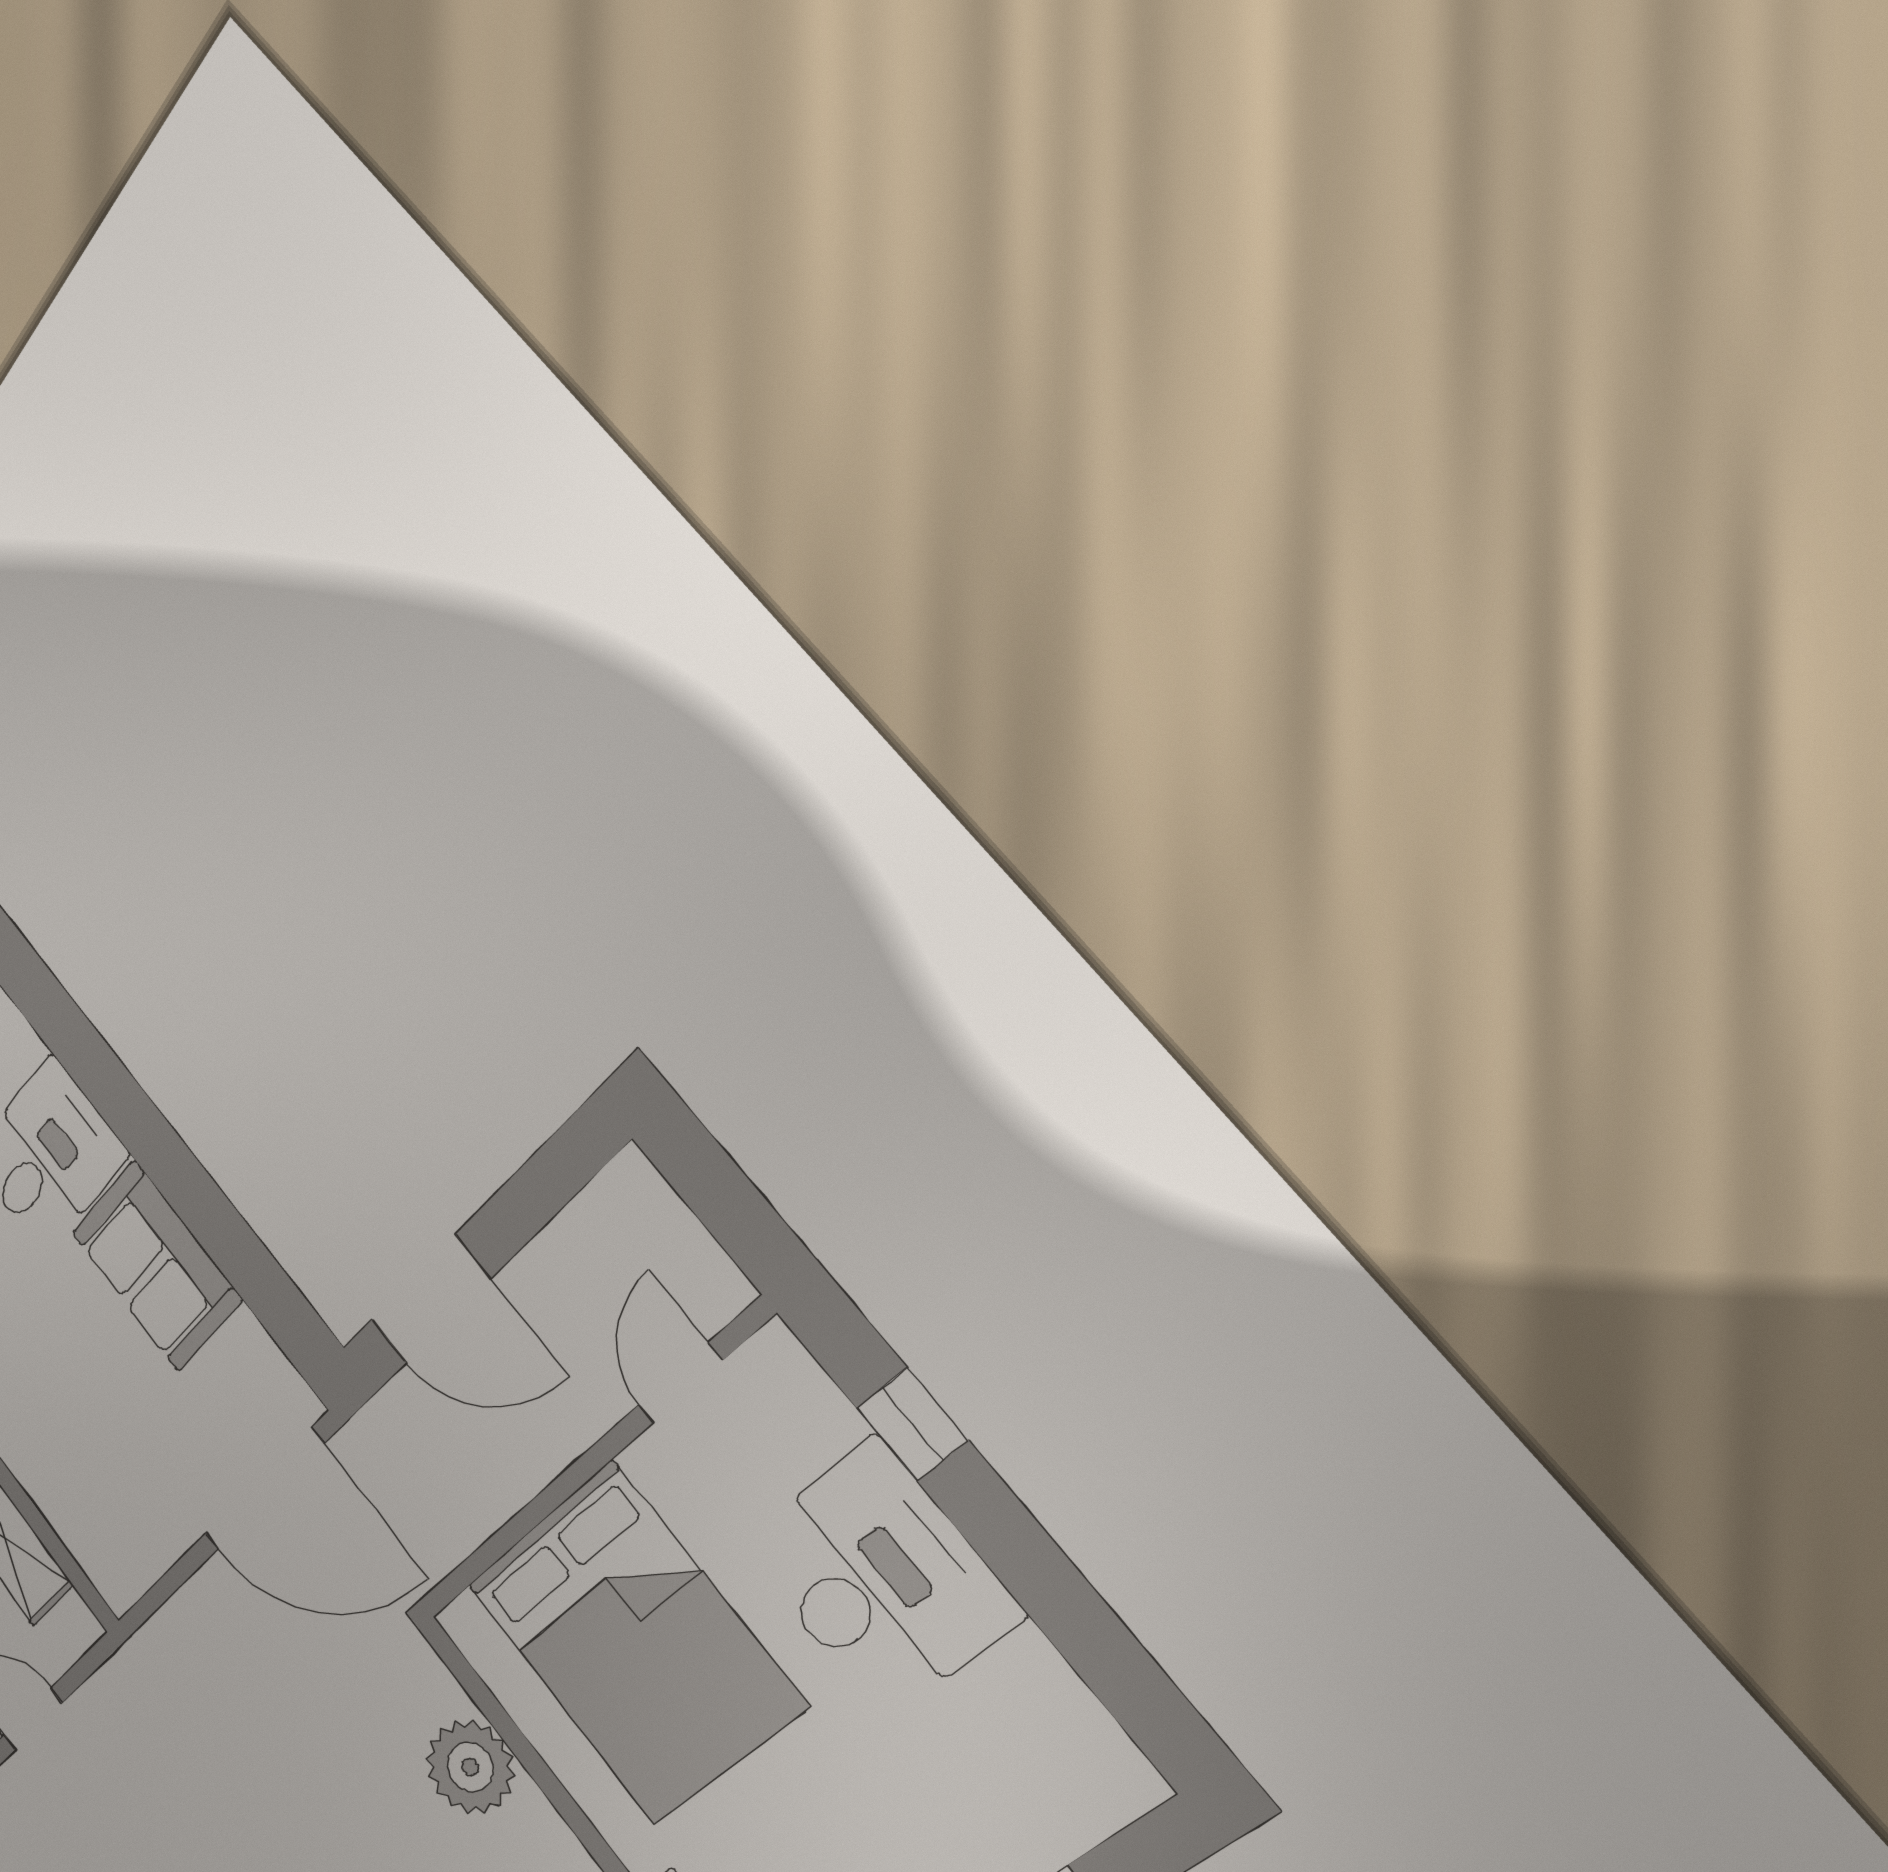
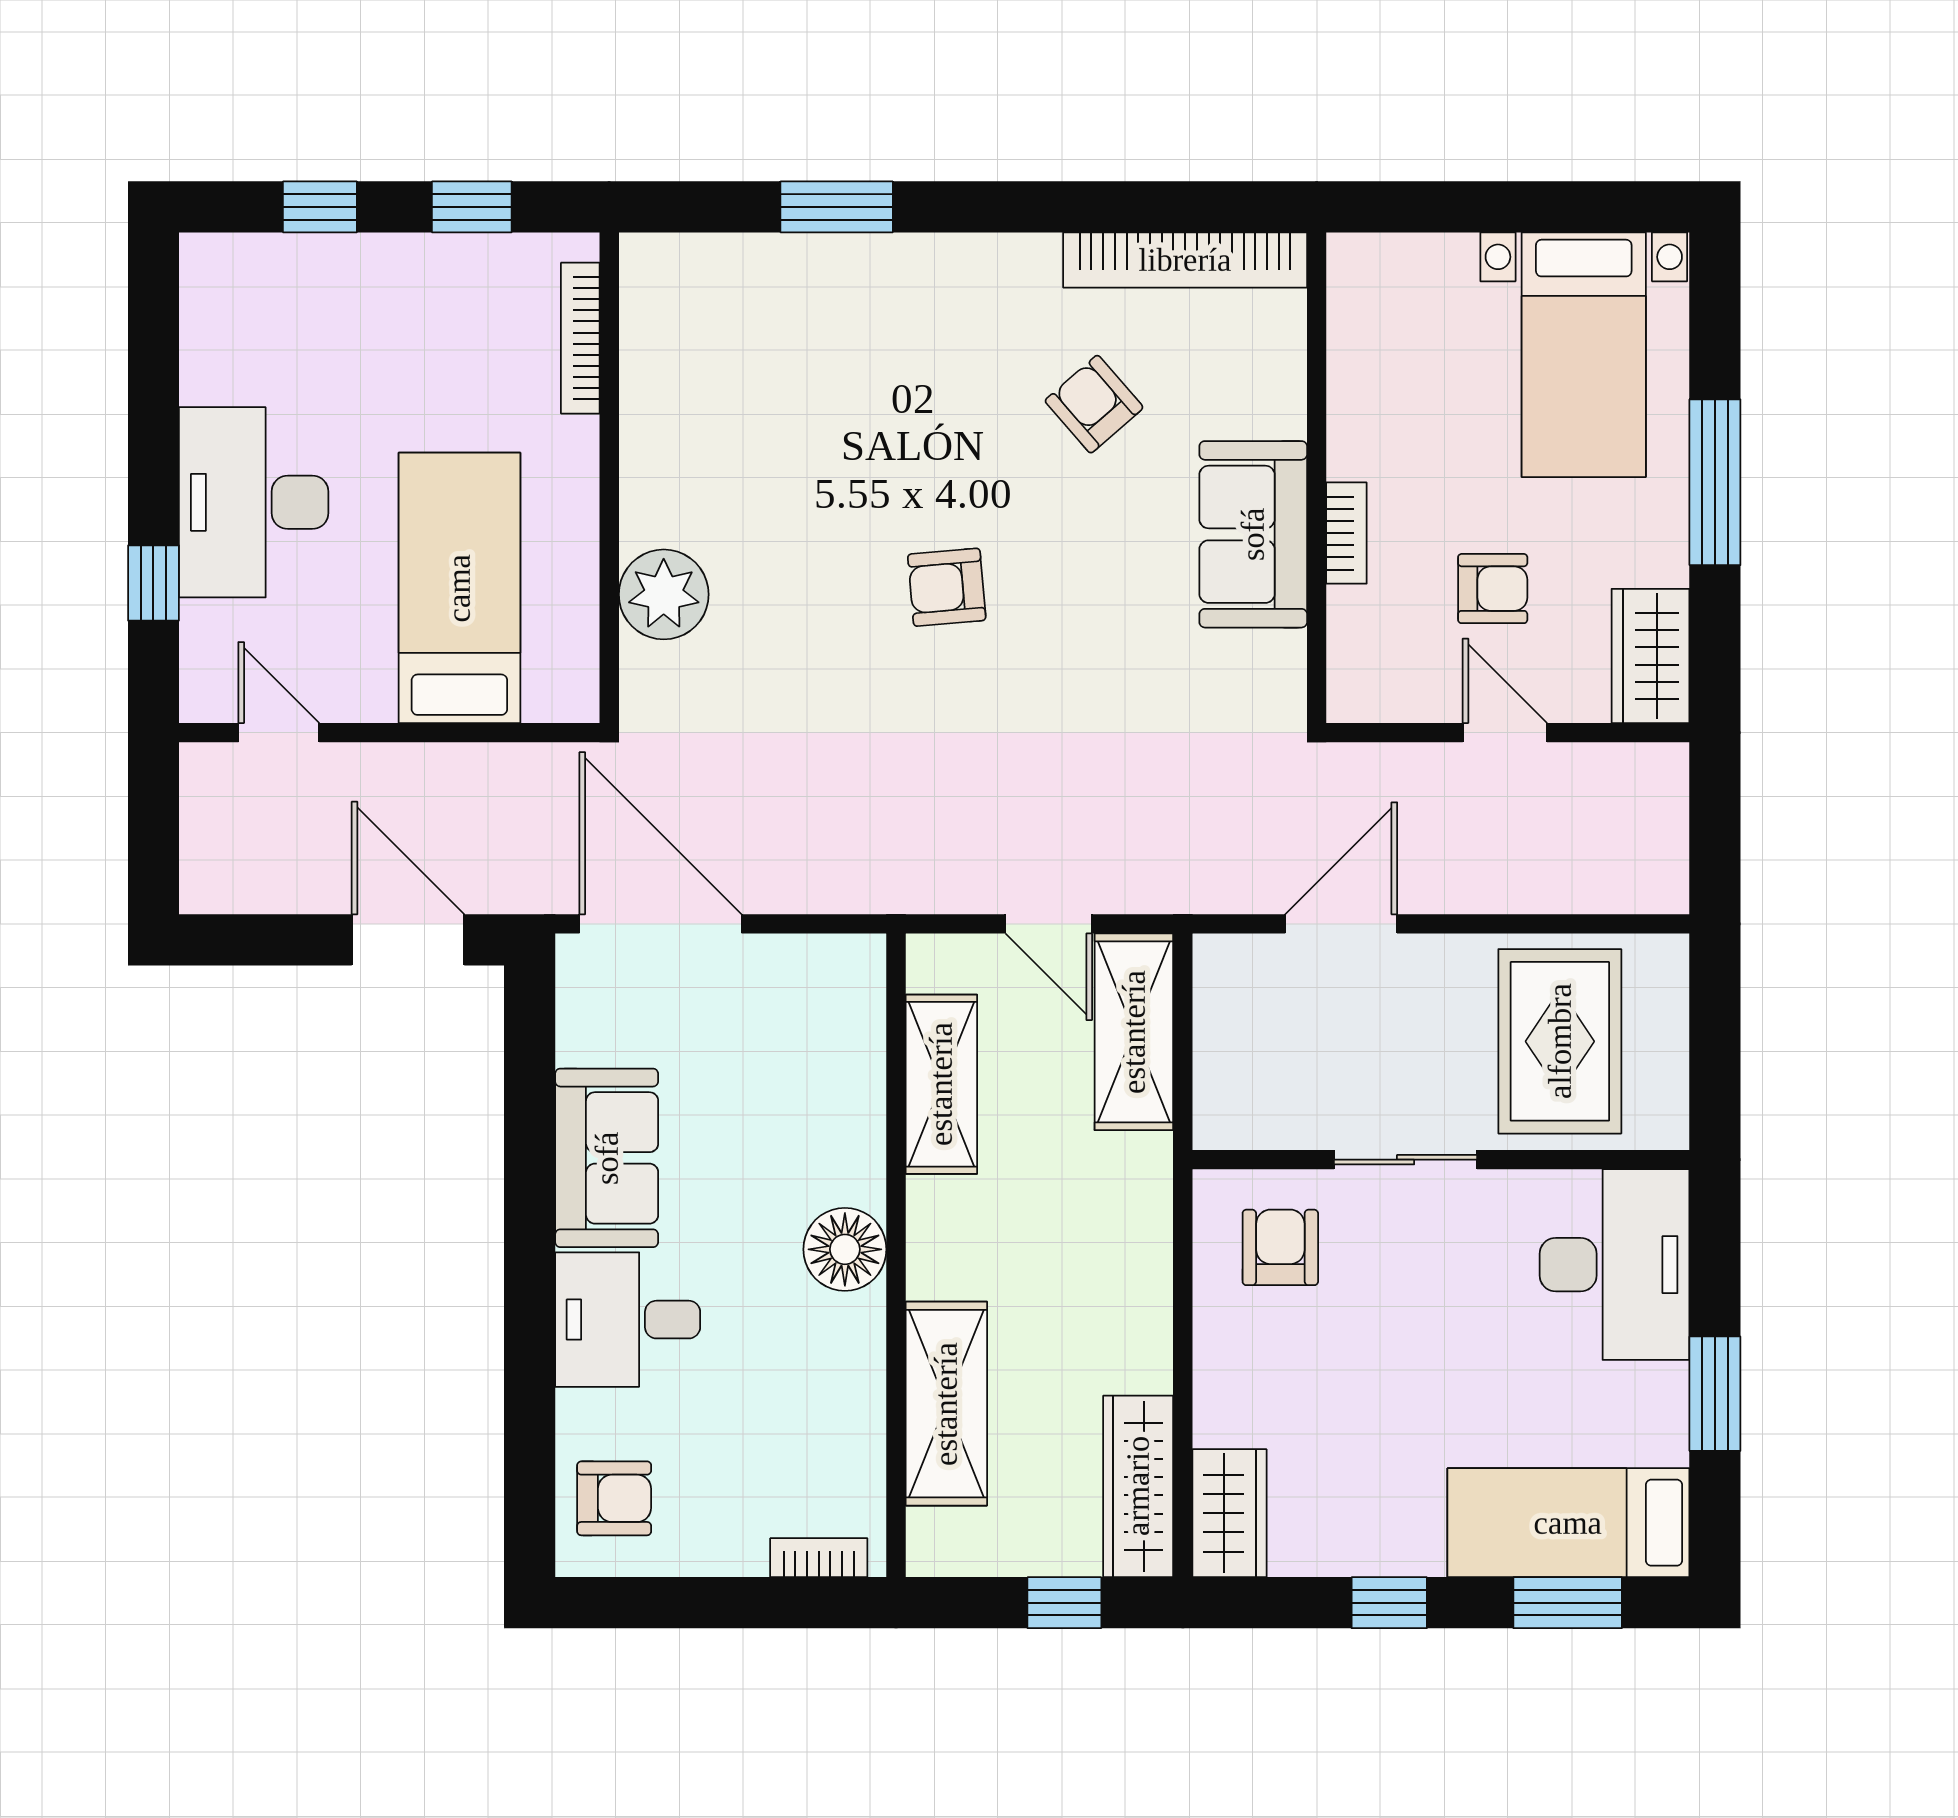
door: (681, 1383) -> (279, 733), swing flipped
bed: (633, 1644) -> (459, 588), width x0.67

